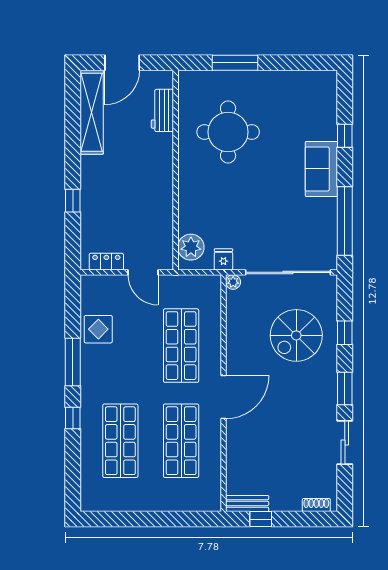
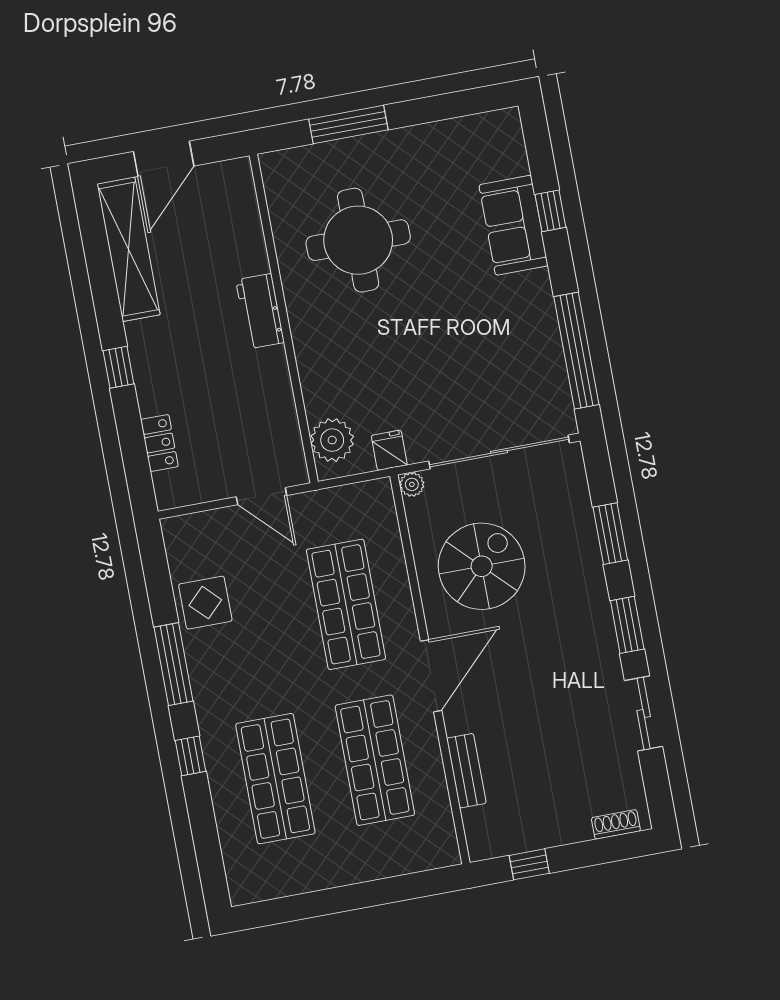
workbench: (162, 110) -> (260, 311), moved
sofa: (321, 169) -> (513, 225), moved
window: (73, 201) -> (118, 367), moved
locker: (106, 262) -> (159, 443), moved, turned 90
window: (345, 333) -> (610, 534), width x1.50
spiral stairs: (296, 335) -> (482, 566), moved, turned 180
bench: (247, 503) -> (466, 771), moved, turned 90

